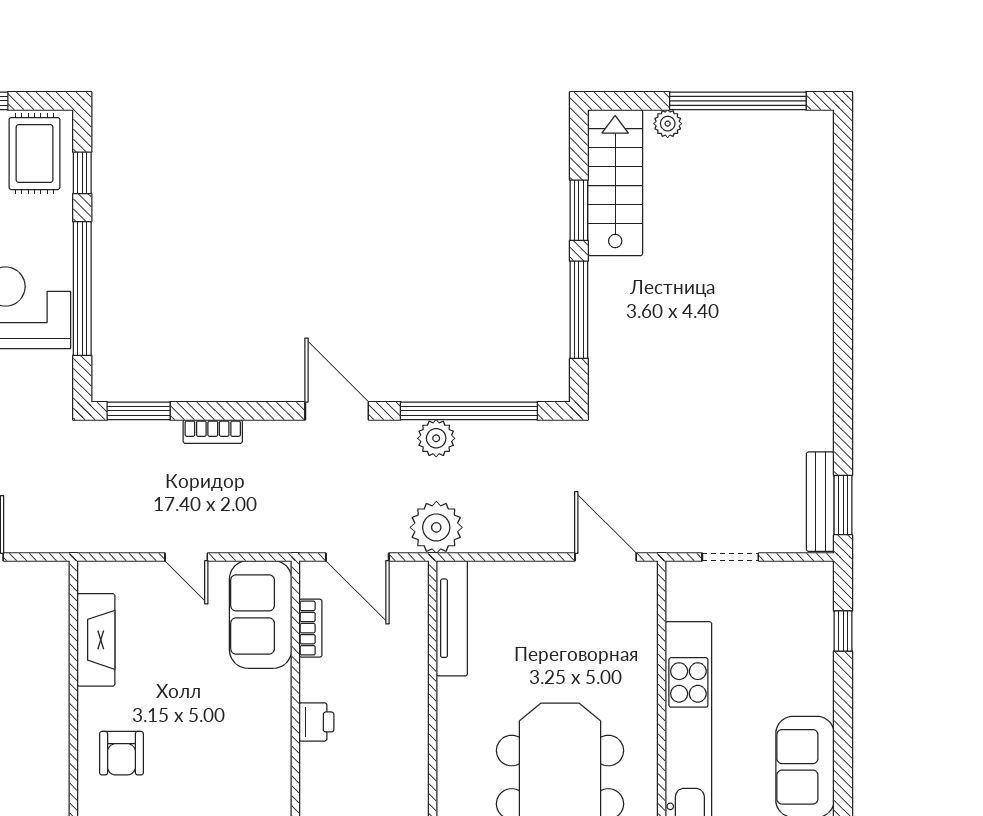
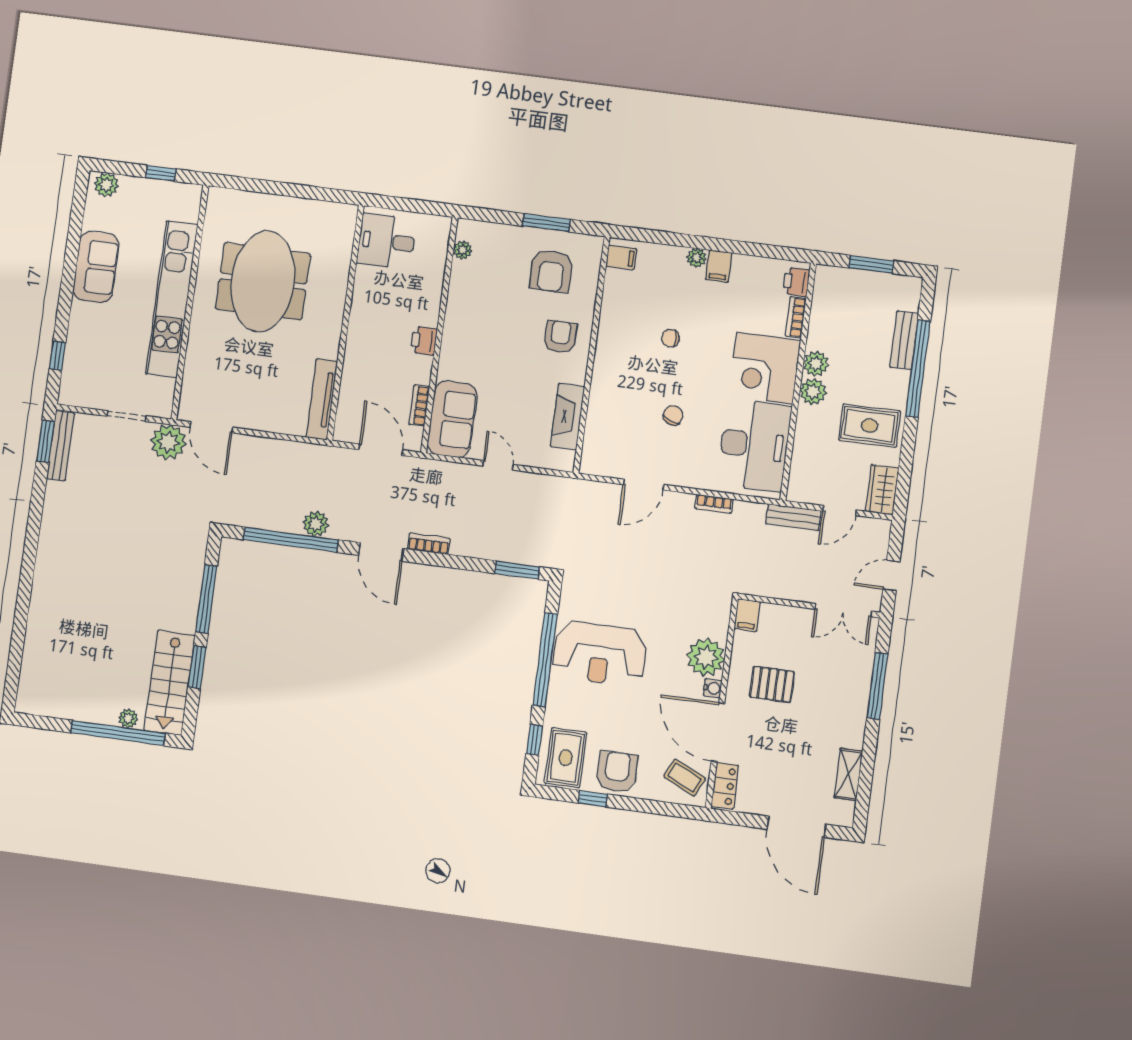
window: (738, 101) -> (118, 733), moved
bookcase: (213, 432) -> (429, 544), moved
plant: (436, 527) -> (168, 442), moved

